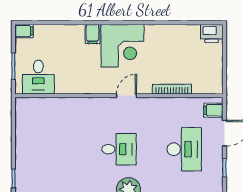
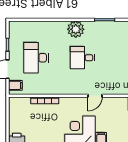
door: (127, 96) -> (95, 96), moved

